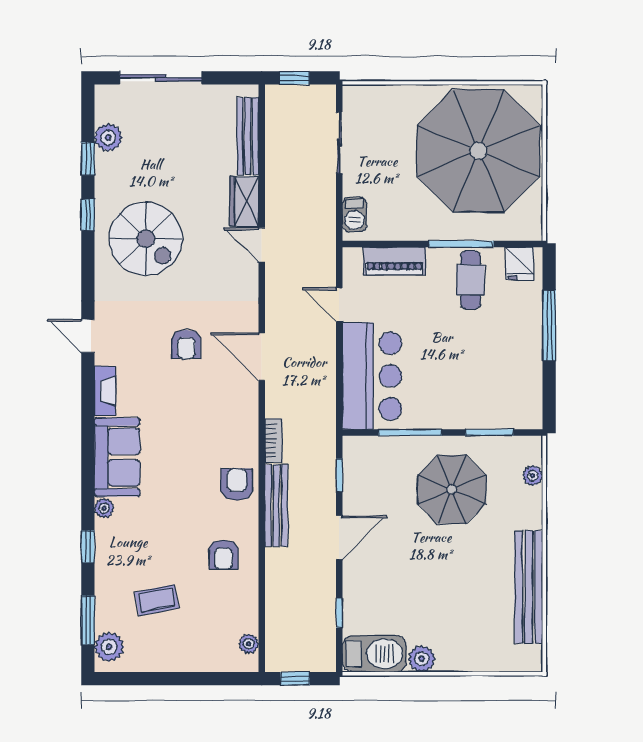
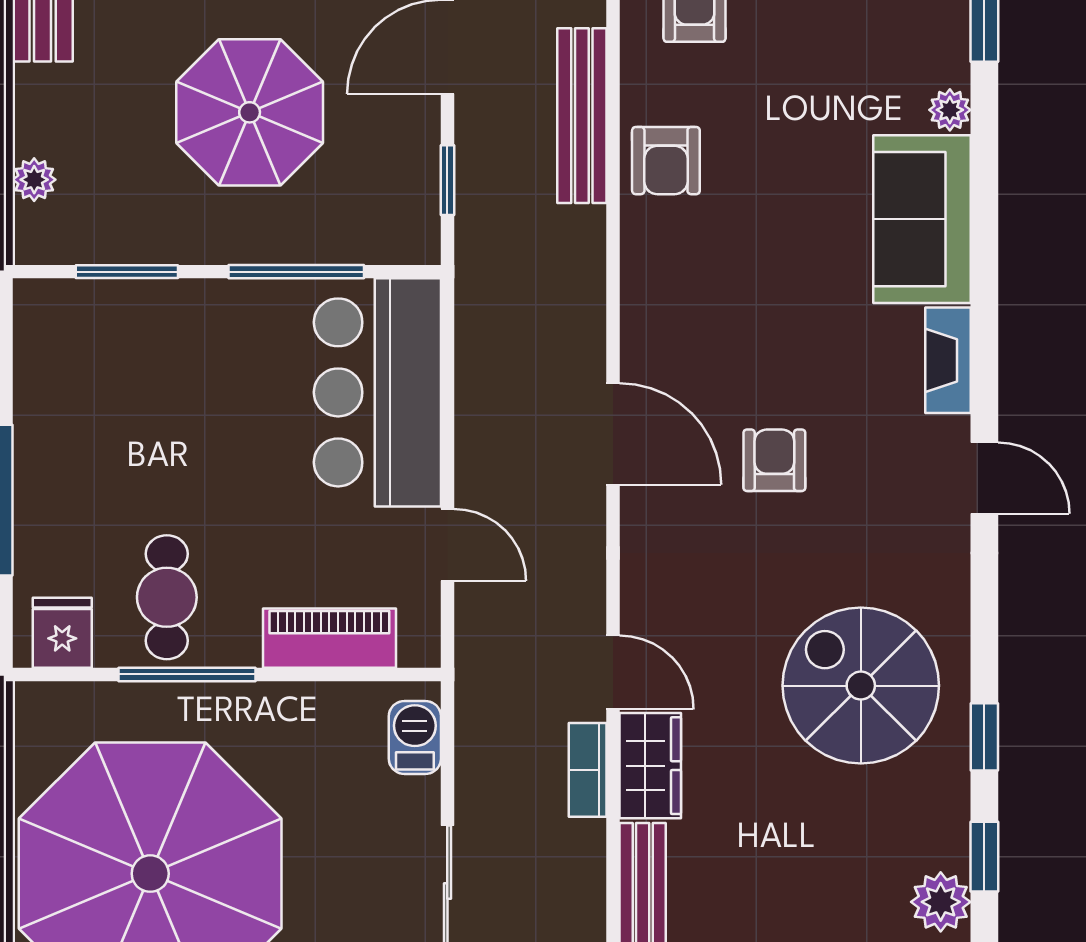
bookcase: (274, 441) -> (588, 770), moved
parasol: (452, 489) -> (250, 112), moved

